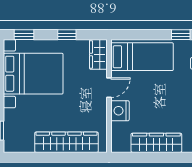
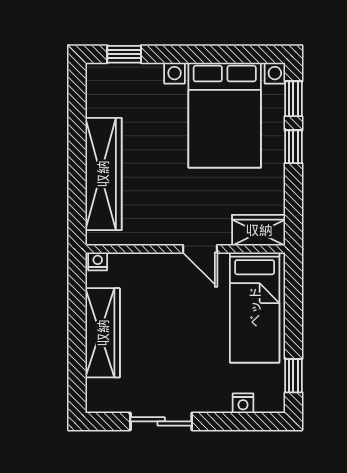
window: (67, 35) -> (293, 147), moved
nightstand: (120, 111) -> (98, 261), moved, width x0.53, depth x0.56

